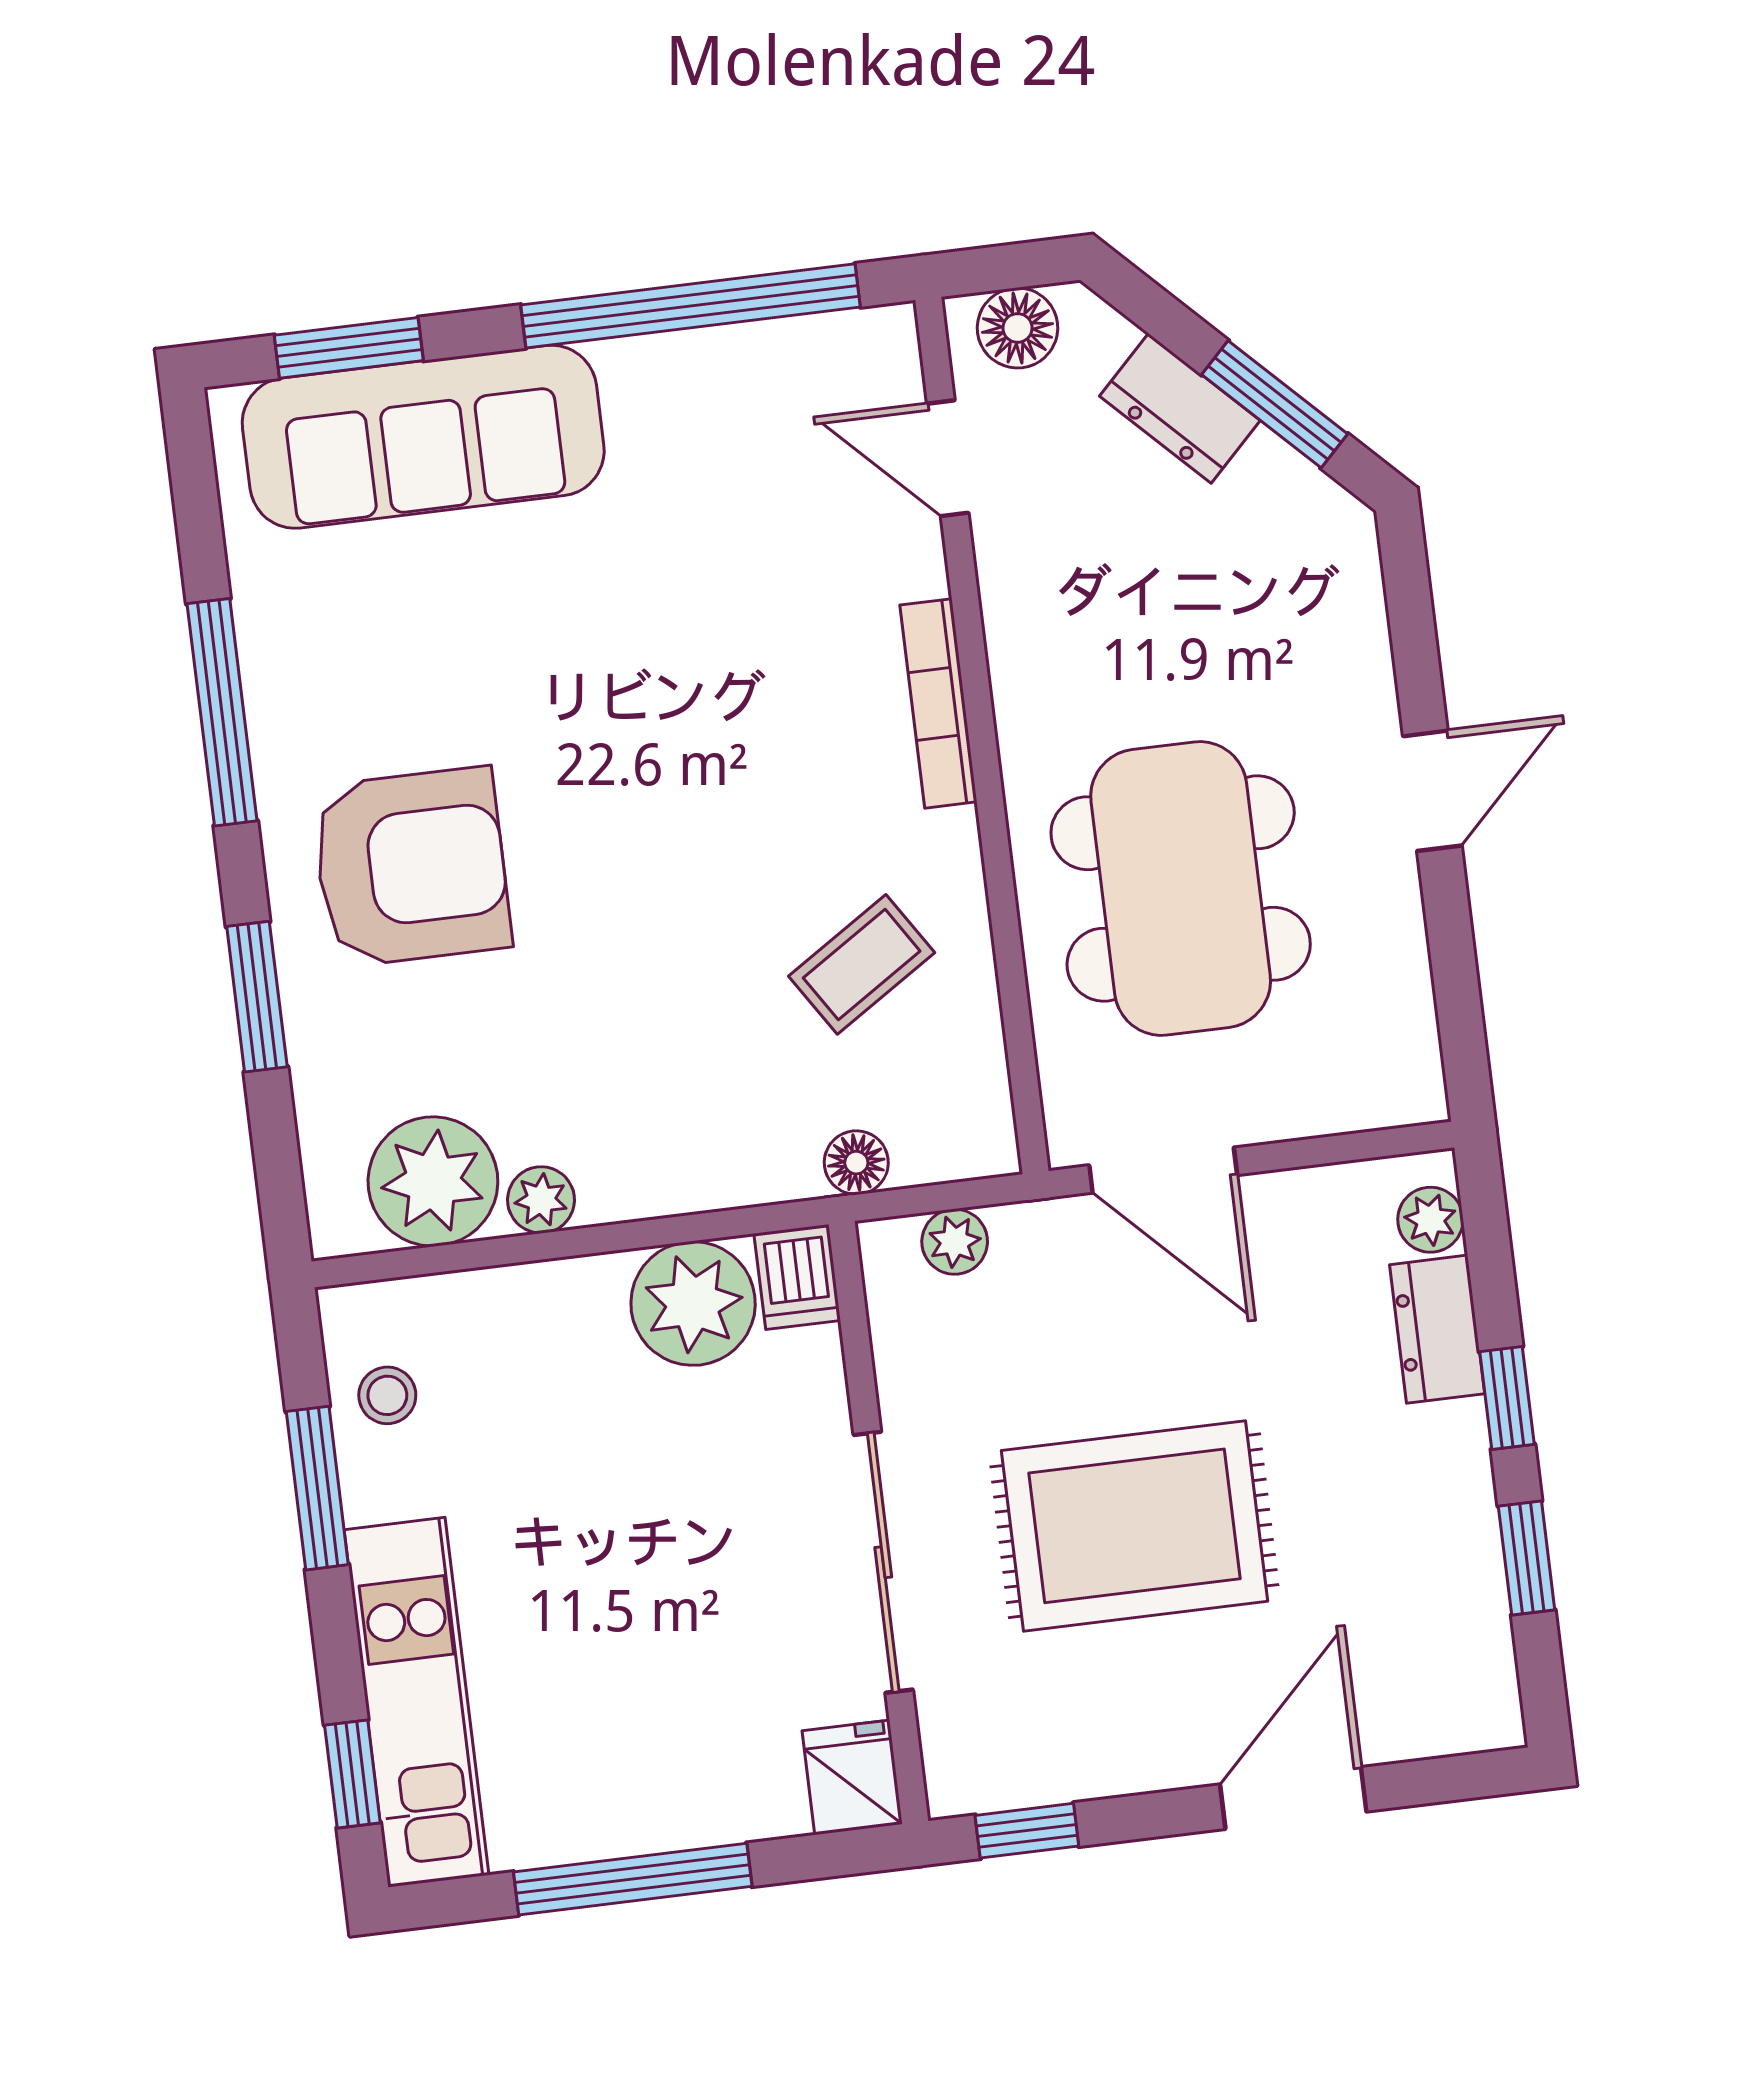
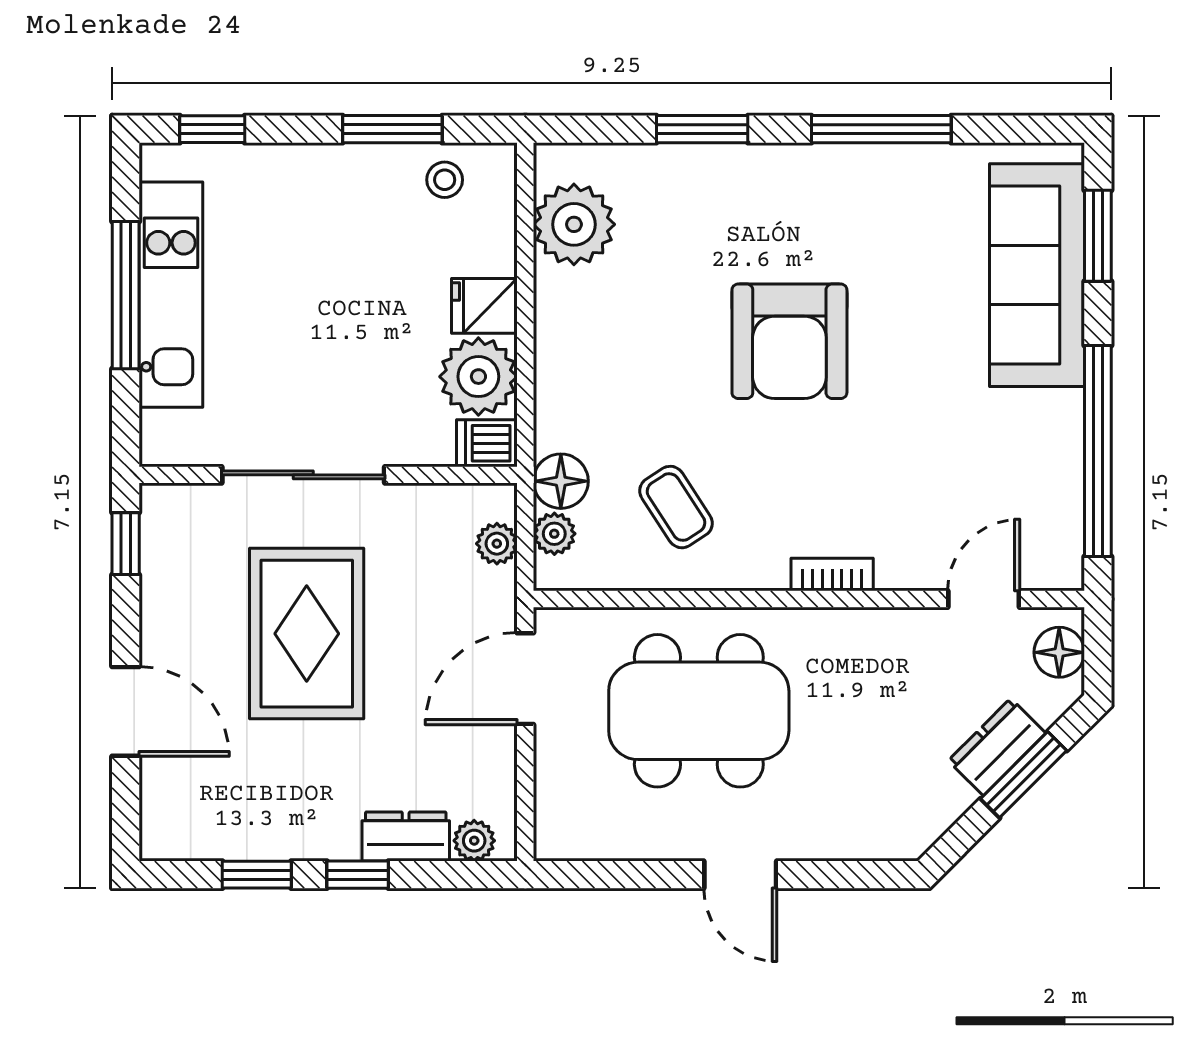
window: (1275, 404) -> (1024, 775), moved
bookcase: (938, 703) -> (832, 575), width x0.64
armchair: (411, 867) -> (789, 341), moved
floor lamp: (856, 1163) -> (561, 481), width x1.37, depth x1.37
plant: (541, 1200) -> (554, 534), moved
kitchen unit: (417, 1702) -> (171, 295), moved, turned -90
fridge: (852, 1777) -> (484, 306), moved, turned 180

